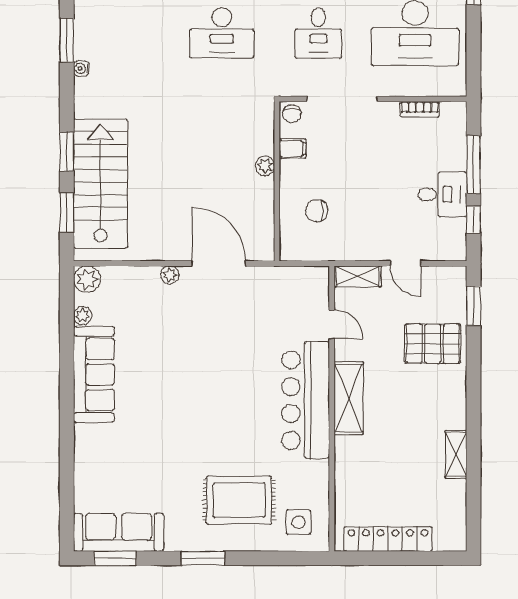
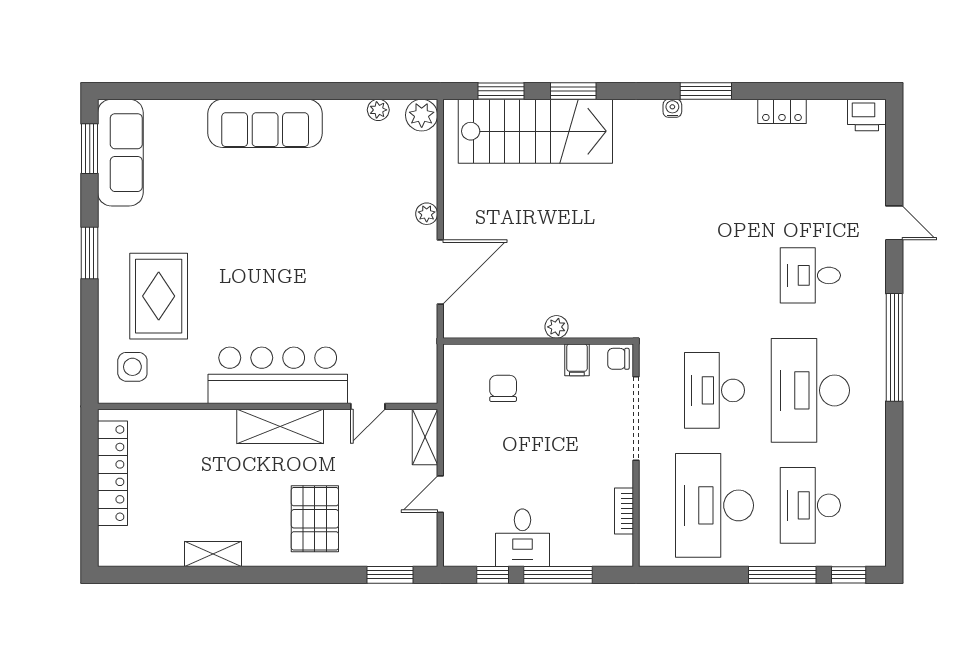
desk: (222, 33) -> (714, 275), removed
desk: (318, 33) -> (714, 390), width x1.37
pallet: (433, 344) -> (315, 519), moved
sofa: (94, 374) -> (265, 123), moved

